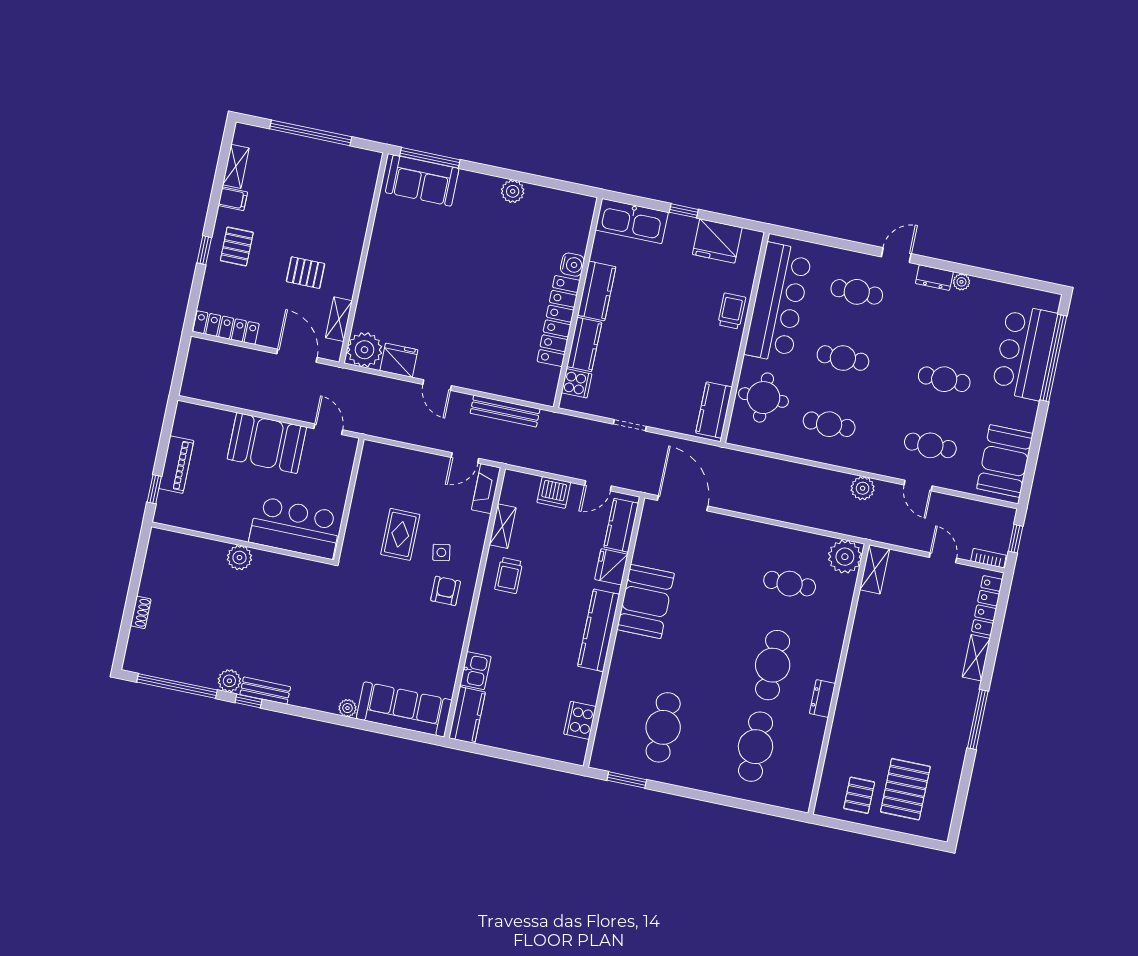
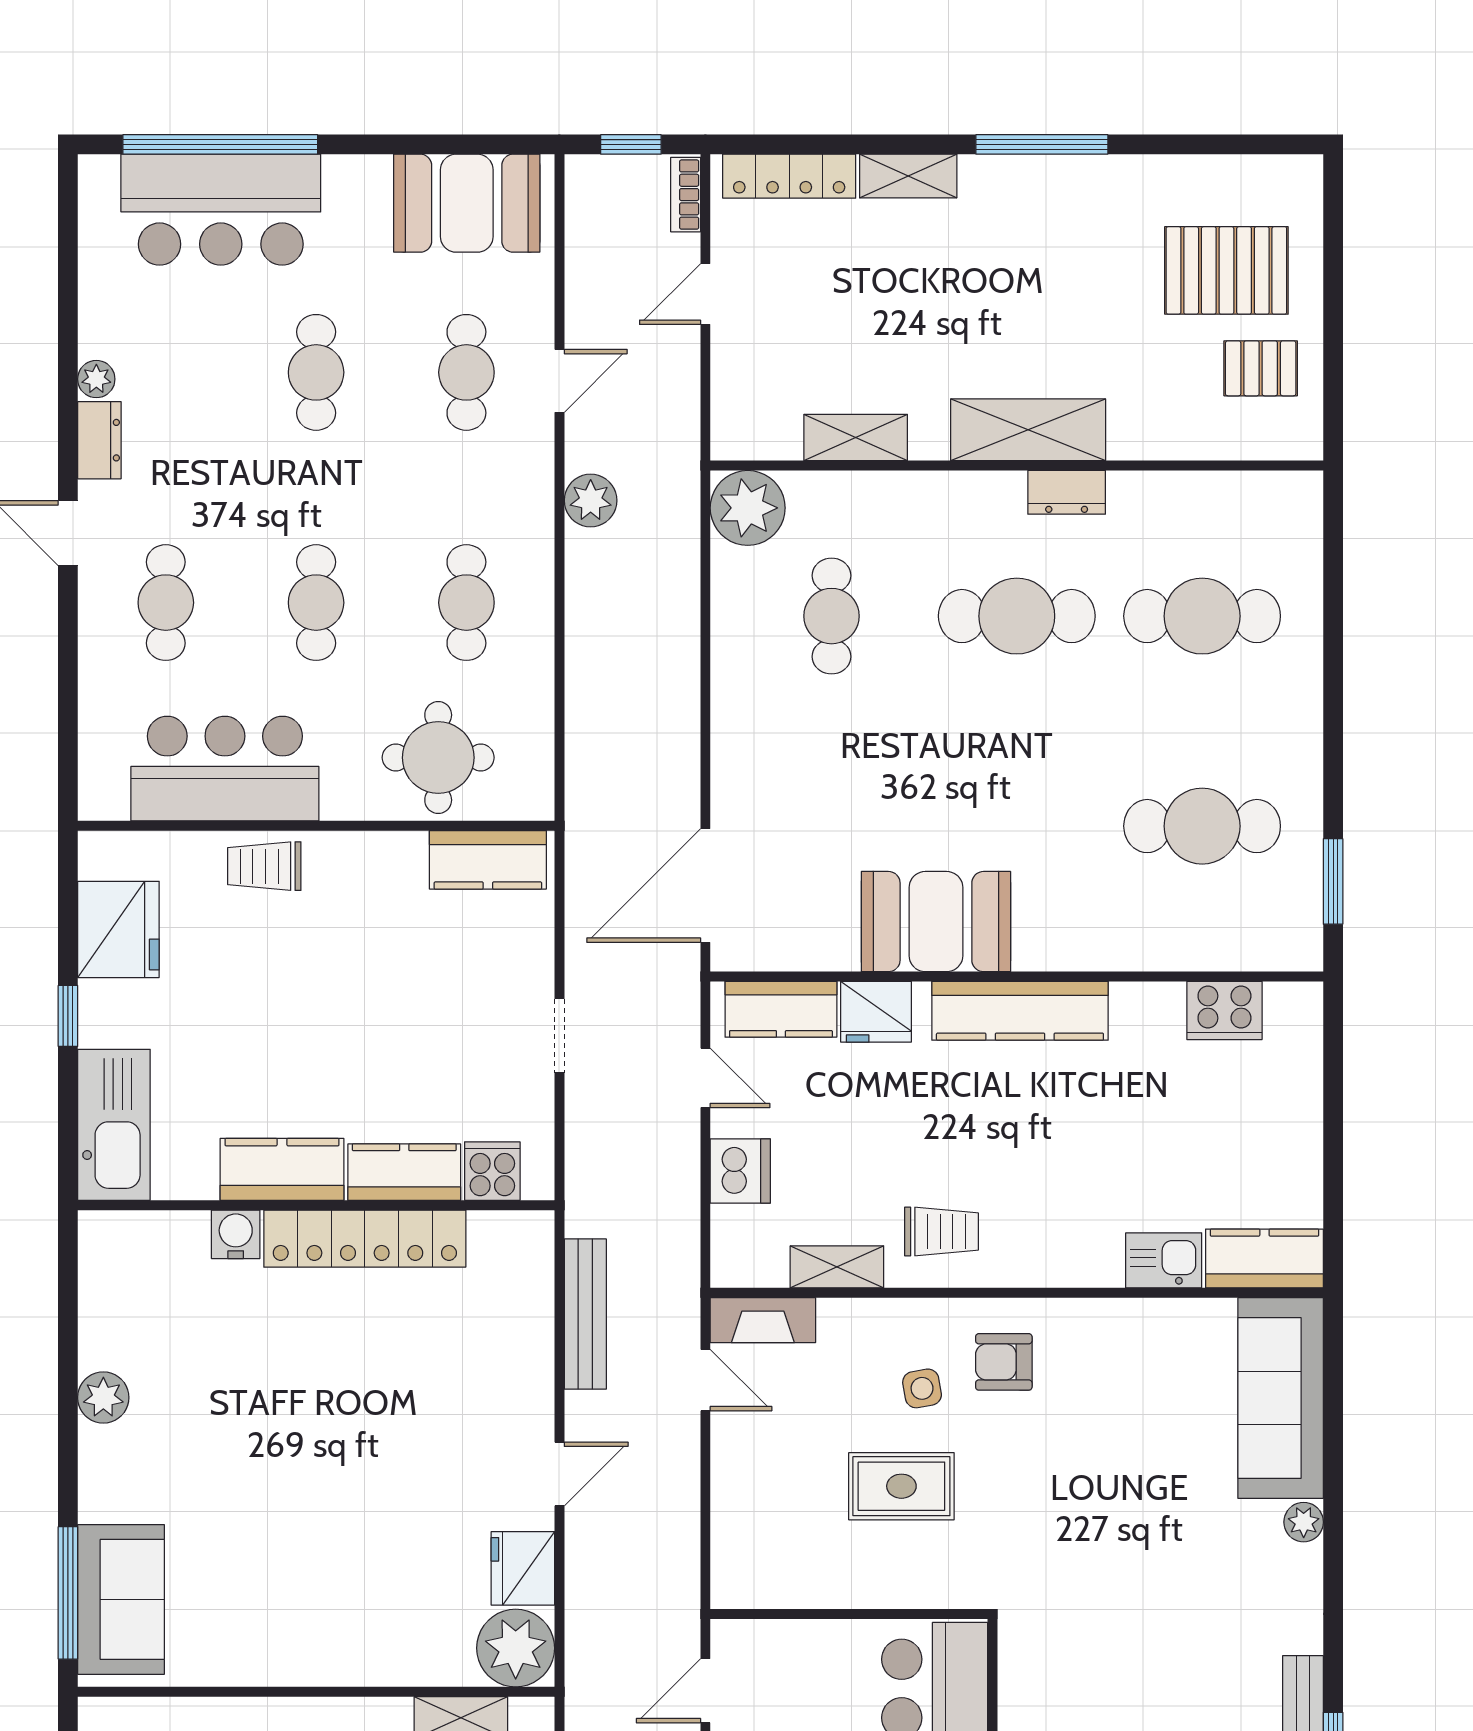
bar counter: (778, 303) -> (225, 769), width x0.73
shelving: (875, 569) -> (856, 437), moved
shelving: (854, 687) -> (1028, 430), added

